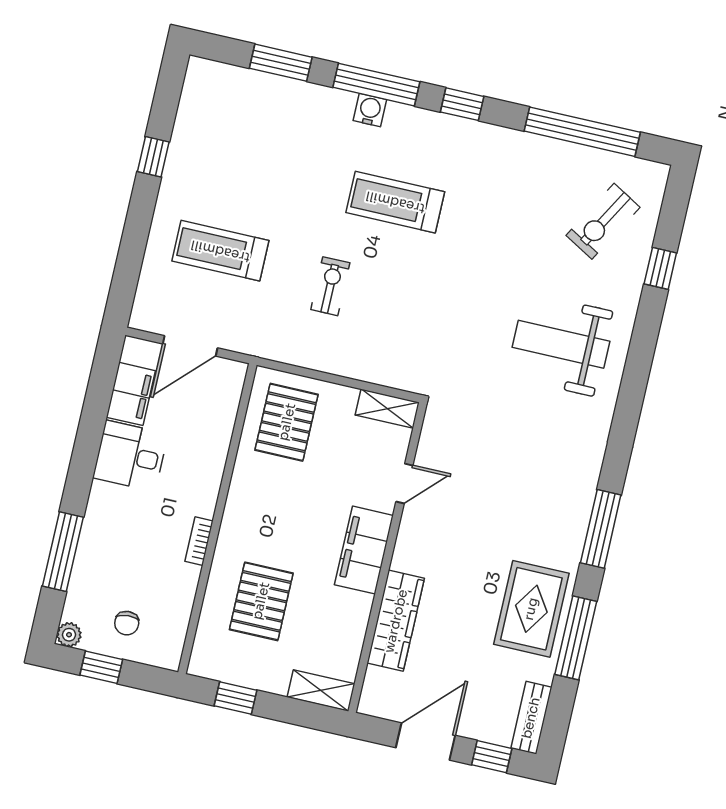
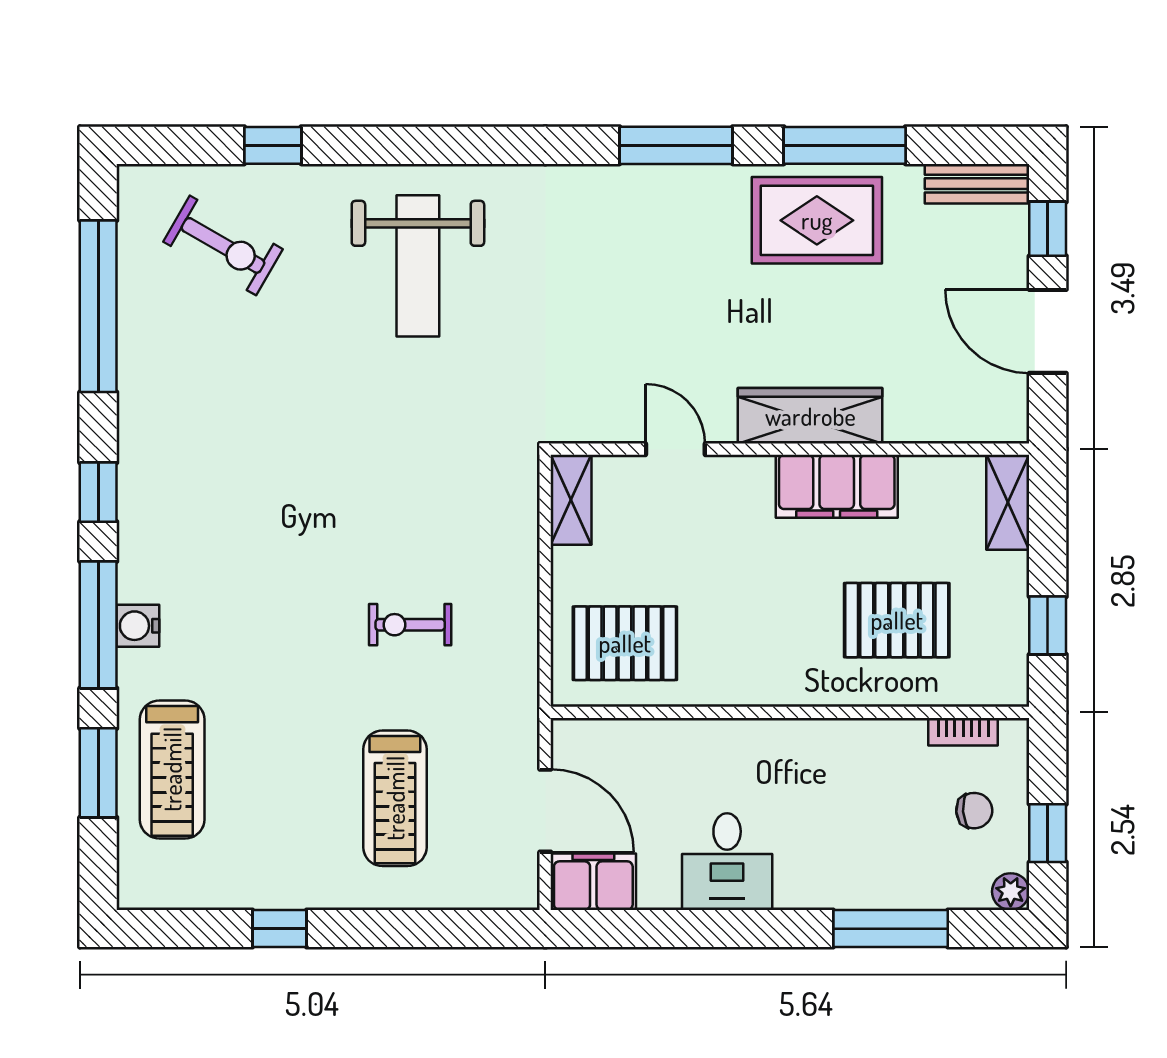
treadmill: (395, 202) -> (172, 769), moved
filing cabinet: (131, 394) -> (593, 882), moved
bookcase: (199, 541) -> (963, 732), moved
filing cabinet: (364, 550) -> (837, 486), moved
wardrobe: (396, 621) -> (810, 416), moved

